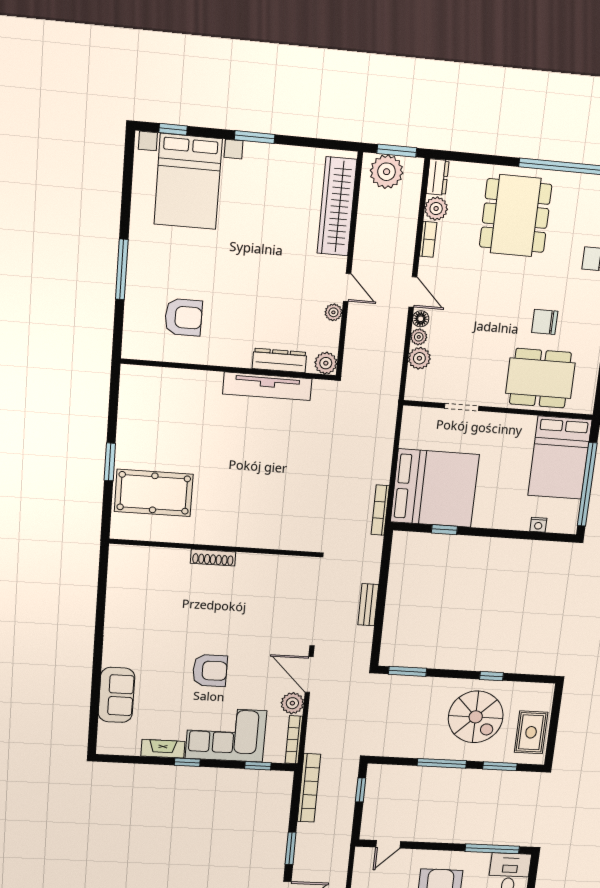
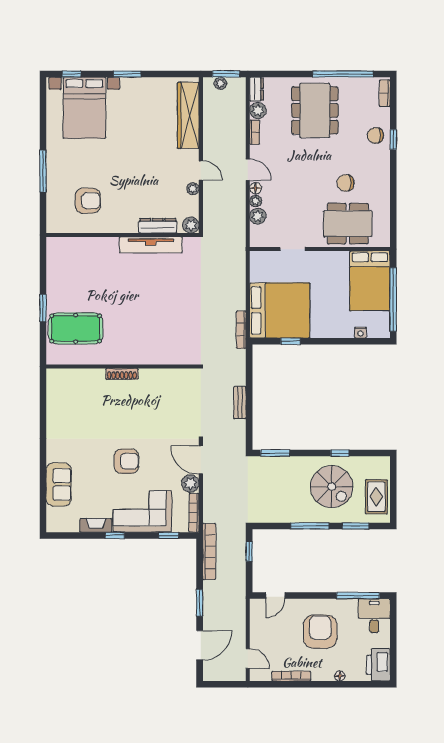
plant: (387, 172) -> (220, 83), width x0.53, depth x0.53

